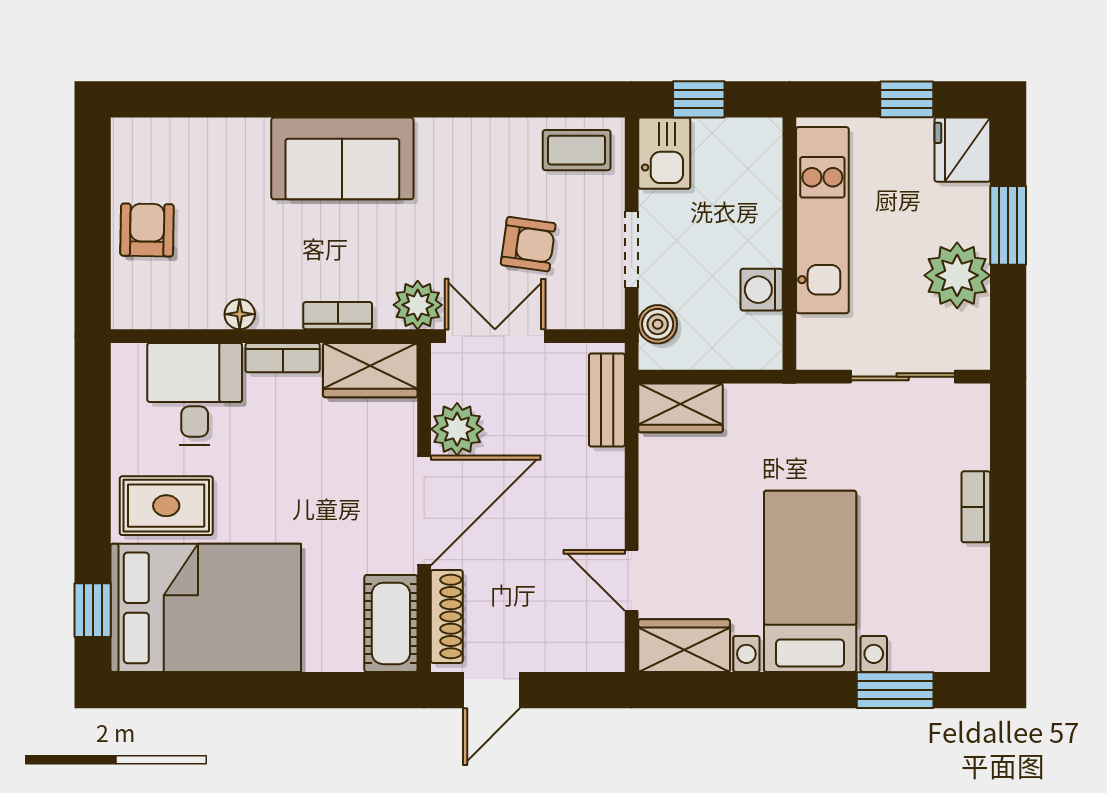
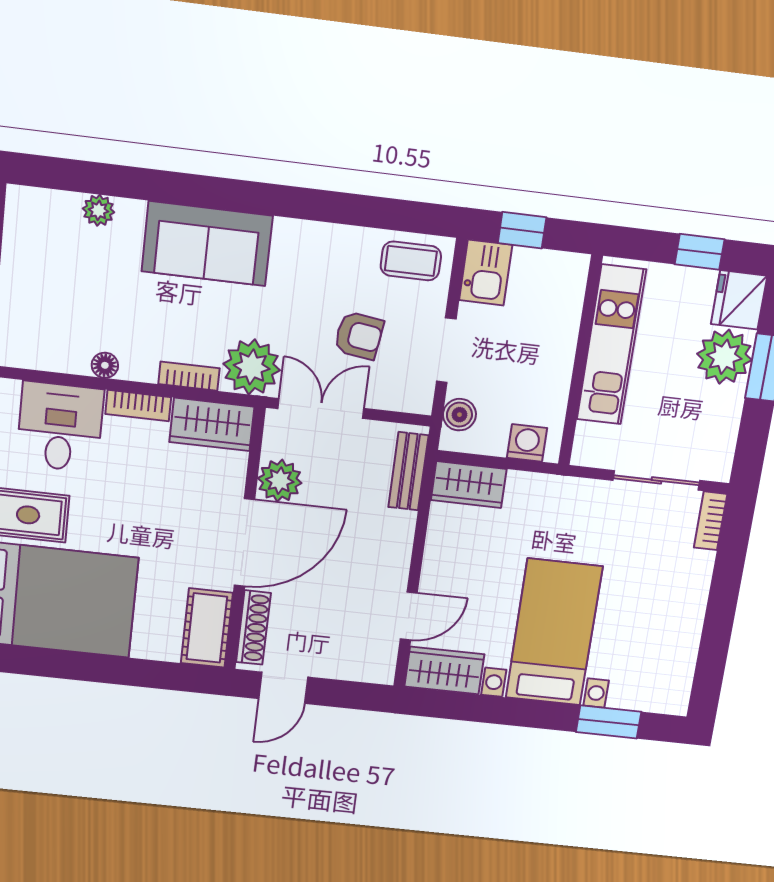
plant: (216, 135) -> (99, 210), added
armchair: (147, 230) -> (31, 285), removed
plant: (957, 275) -> (724, 357), moved
washing machine: (762, 290) -> (527, 443), moved, turned 90
plant: (418, 305) -> (252, 367), width x1.36, depth x1.36
bookcase: (976, 507) -> (710, 521), moved
door: (632, 580) -> (409, 616), swing flipped

